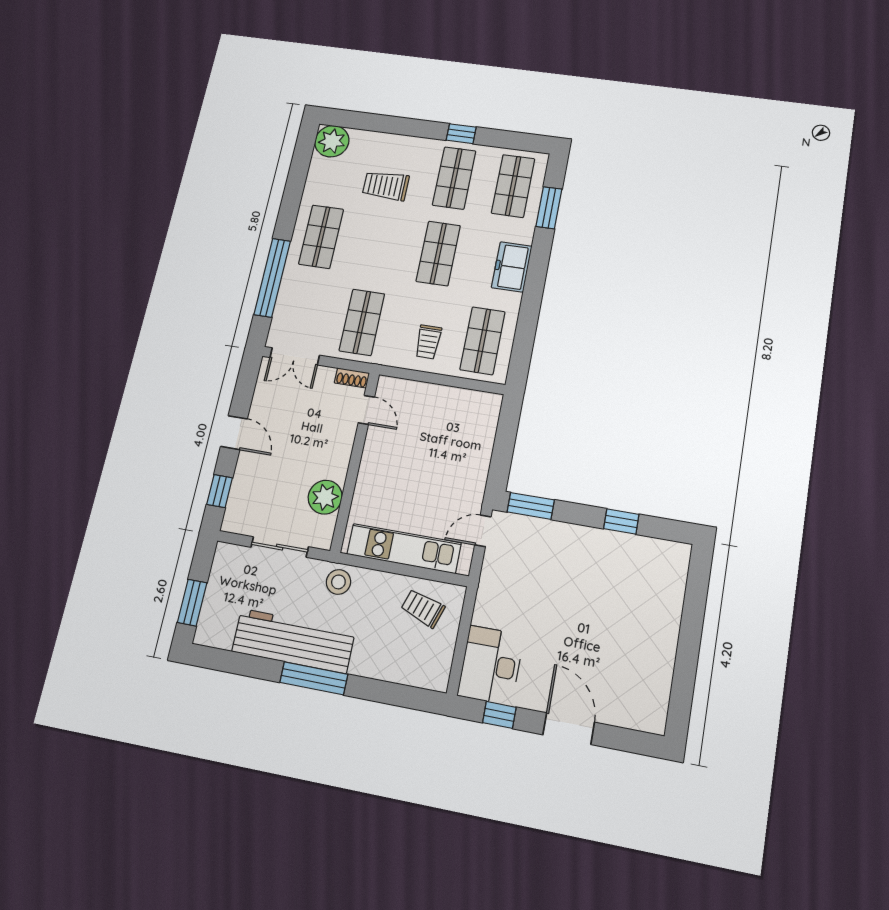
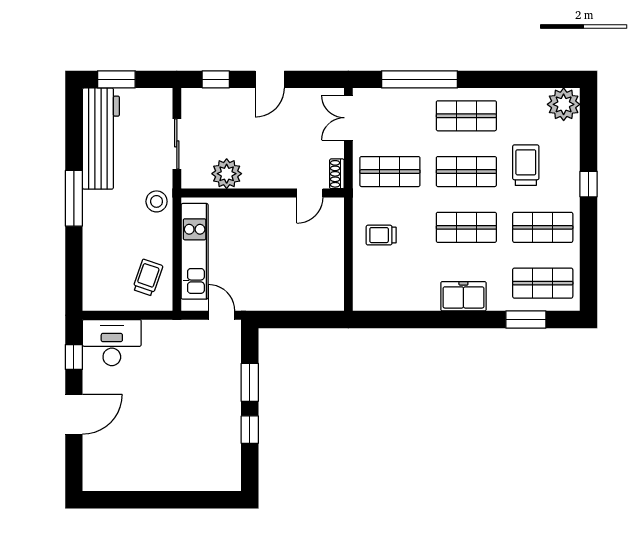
window: (461, 134) -> (589, 184), moved
shop shelf: (482, 341) -> (466, 172), moved
window: (531, 506) -> (250, 382), moved
workbench: (293, 641) -> (101, 139), moved

